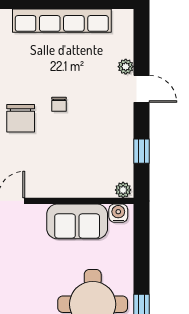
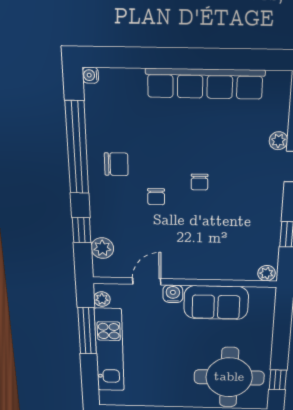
chair: (21, 118) -> (156, 197), width x0.54, depth x0.54
water cooler: (118, 213) -> (173, 294), moved

